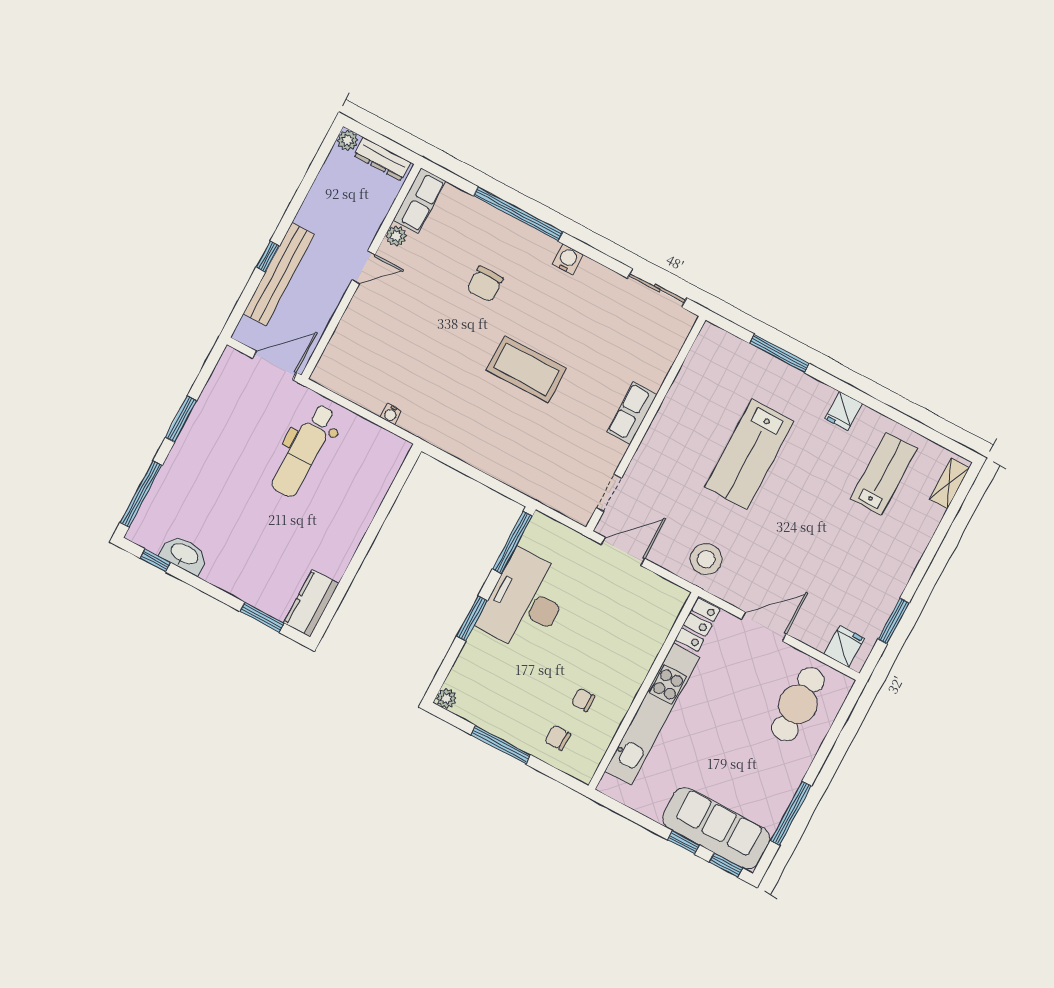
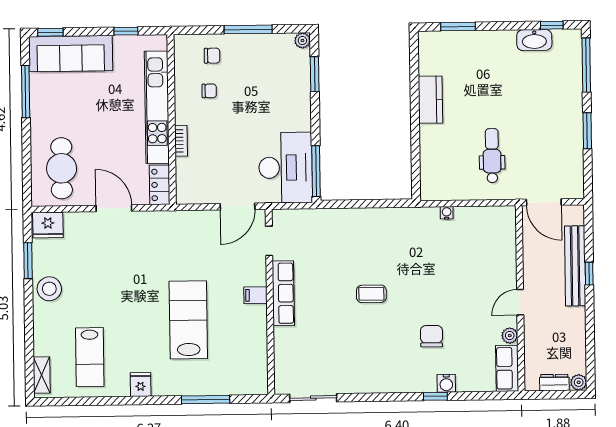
dresser: (382, 159) -> (554, 383), width x0.70
window: (518, 214) -> (435, 396), width x0.32
water cooler: (568, 259) -> (446, 383), moved
door: (275, 365) -> (544, 202), hinge flipped
coffee table: (526, 369) -> (371, 294), width x0.54, depth x0.58
row of seats: (632, 413) -> (283, 293), width x1.48
filing cabinet: (658, 440) -> (255, 295), added
dental chair: (304, 450) -> (492, 156), width x0.73, depth x0.72
stool: (706, 559) -> (49, 289), moved
desk: (525, 602) -> (286, 168), moved
kitchen counter: (311, 603) -> (430, 100), moved
window: (472, 618) -> (315, 74), moved
door: (764, 627) -> (114, 208), swing flipped
fridge: (844, 646) -> (48, 225), width x1.38
bookcase: (646, 661) -> (181, 141), added
window: (683, 842) -> (126, 31), moved

